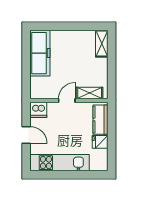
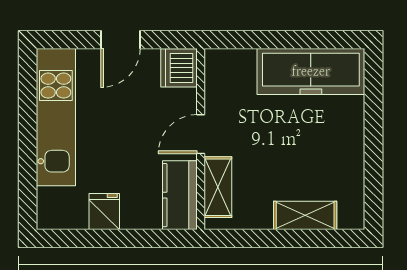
shelving: (102, 44) -> (305, 215), moved
door: (67, 101) -> (201, 134), swing flipped
kitchen counter: (100, 120) -> (180, 195), moved, turned -90

